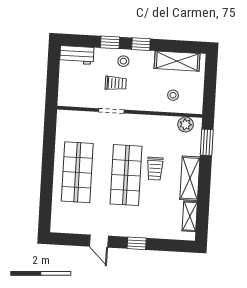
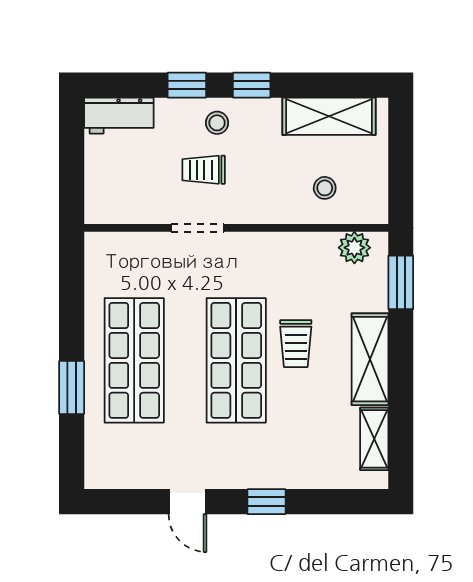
trolley: (116, 83) -> (204, 170), turned 180
window: (47, 183) -> (72, 388), added

